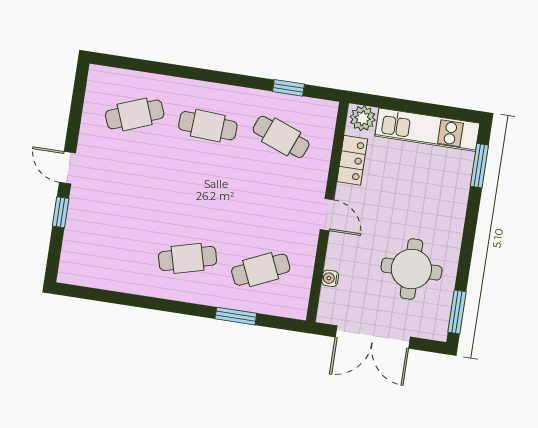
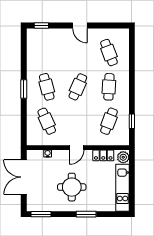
window: (479, 166) -> (86, 214), moved
door: (67, 168) -> (80, 25), swing flipped
cafe table: (198, 192) -> (78, 87), added
window: (61, 212) -> (41, 25), moved
round table: (411, 269) -> (72, 187), moved
window: (236, 316) -> (24, 89), moved

